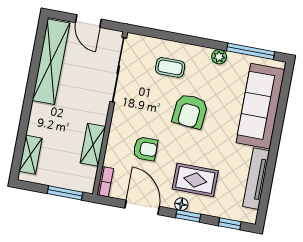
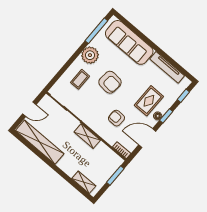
plant: (219, 57) -> (90, 55), width x1.87, depth x1.87
shelving: (93, 145) -> (87, 136), moved
armchair: (145, 149) -> (116, 118), turned -89

